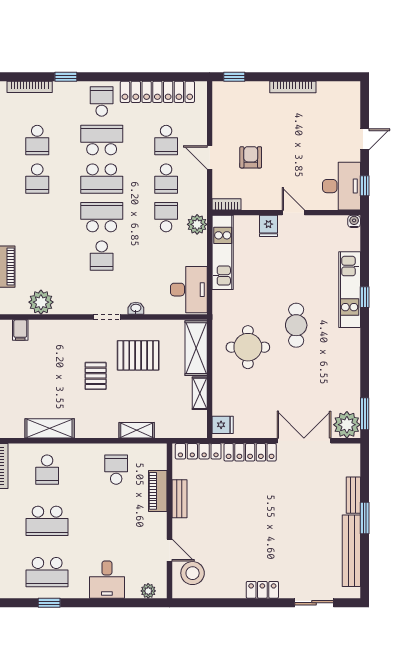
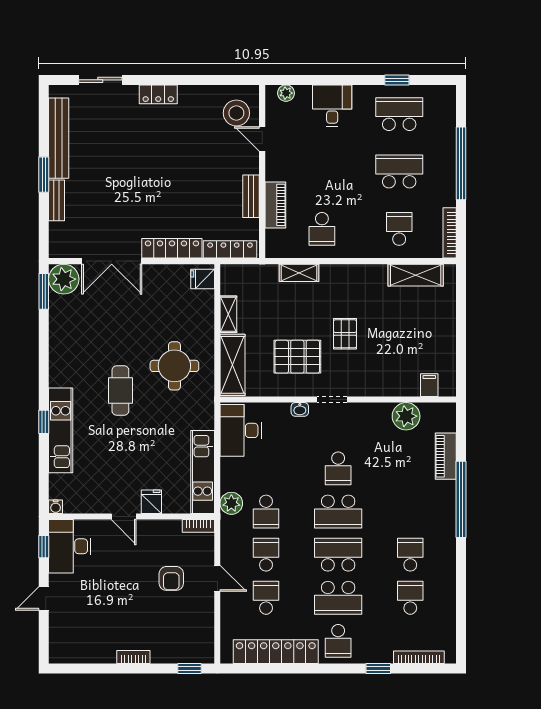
bookcase: (293, 87) -> (133, 657), width x0.64
school desk: (102, 256) -> (338, 468), turned 180
shelving: (50, 428) -> (416, 275), moved

